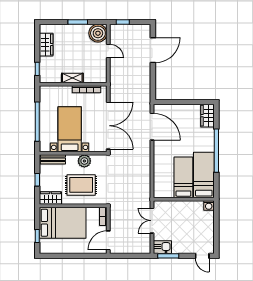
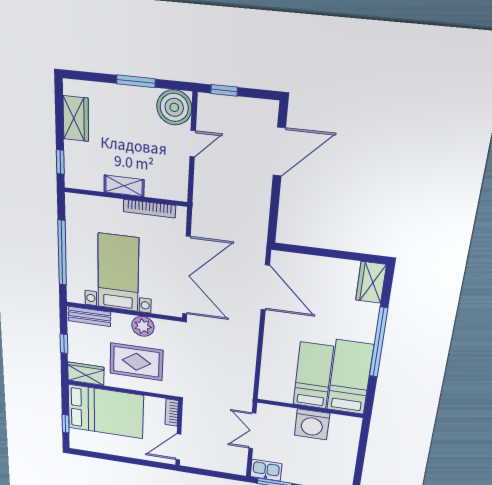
door: (108, 51) -> (193, 144), hinge flipped
washing machine: (209, 205) -> (312, 424), moved, width x1.89, depth x1.89

